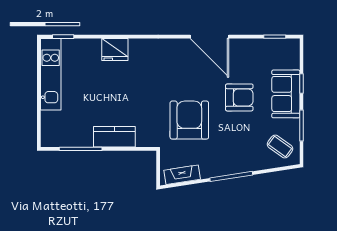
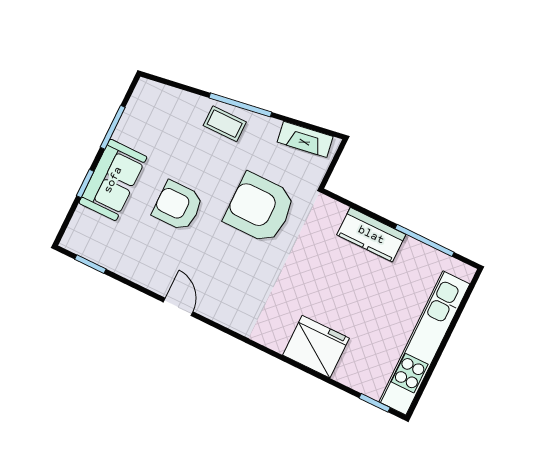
door: (209, 37) -> (178, 307), width x0.53
fridge: (115, 50) -> (316, 347), width x1.36, depth x1.34
kitchen unit: (51, 74) -> (424, 343), width x1.36
armchair: (189, 120) -> (260, 208), turned 90
coffee table: (280, 147) -> (225, 124), moved, turned -36

